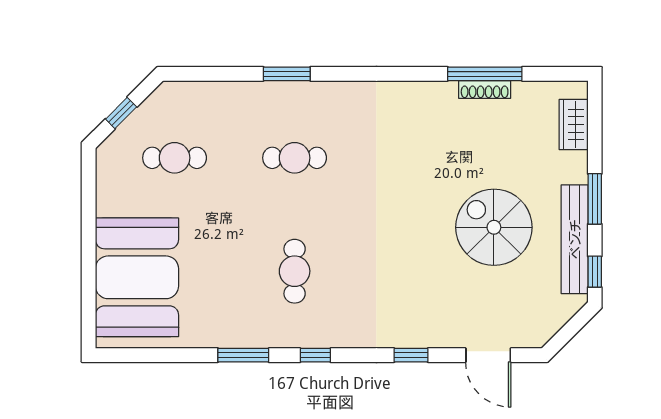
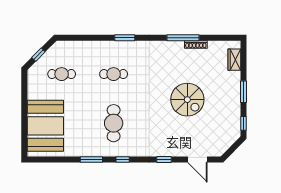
window: (287, 74) -> (125, 38), moved
window: (485, 74) -> (183, 38), moved
spiral stairs: (494, 227) -> (187, 100), moved, turned 180
bench: (575, 239) -> (235, 109), removed
cafe table: (295, 271) -> (114, 123), width x1.37, depth x1.35

